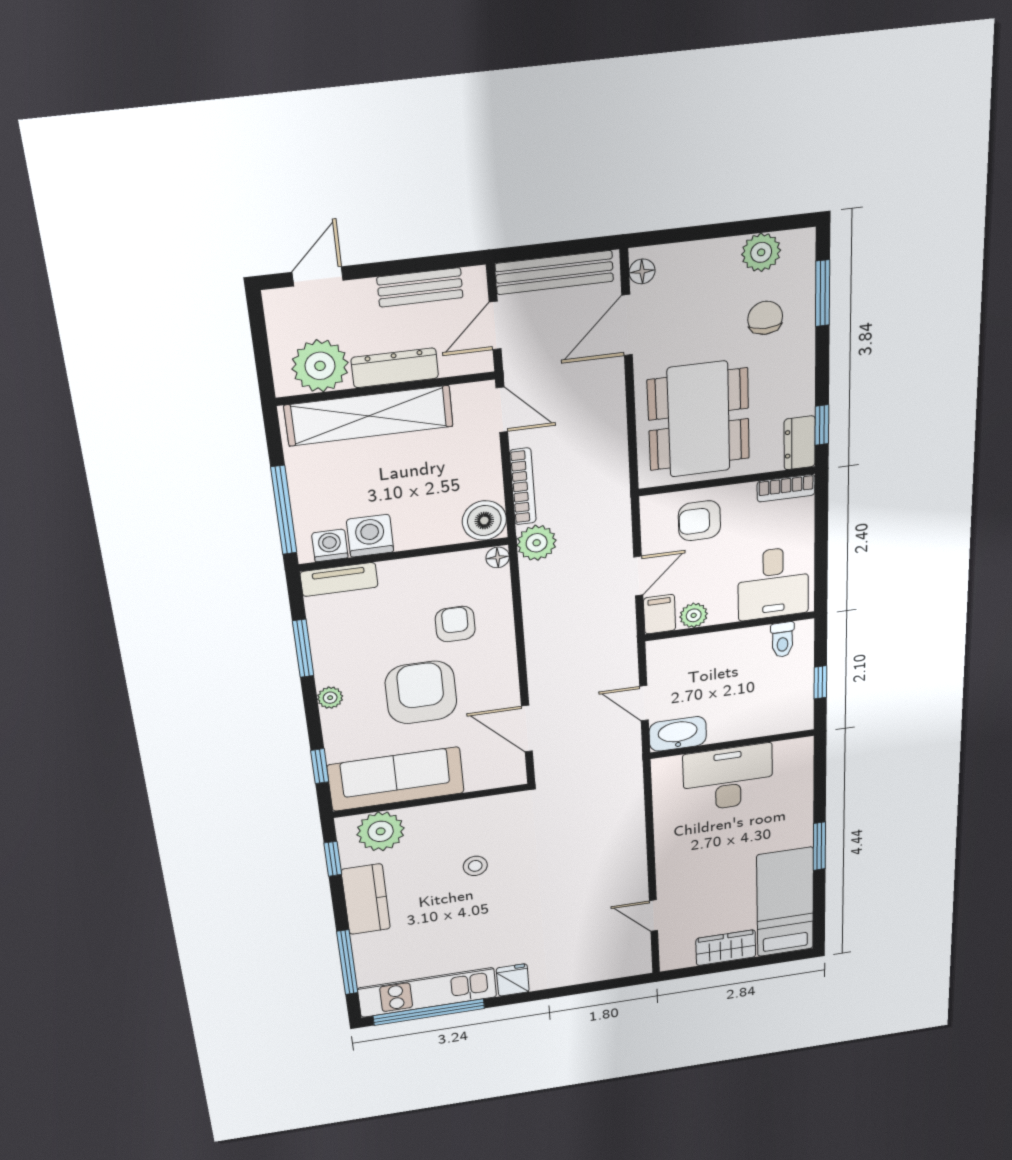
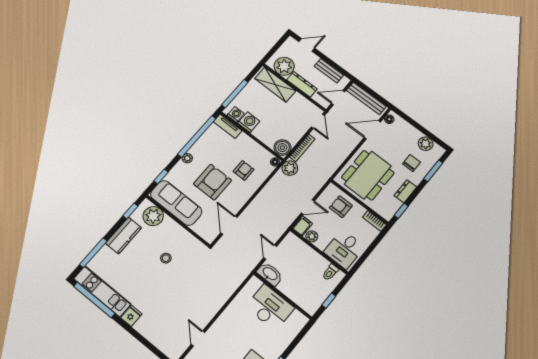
shelving: (369, 416) -> (275, 85), width x0.68
dresser: (800, 443) -> (405, 191), moved
window: (303, 648) -> (197, 136), width x2.11

